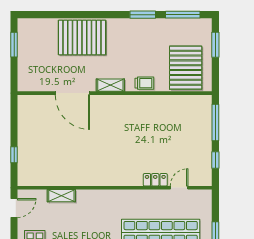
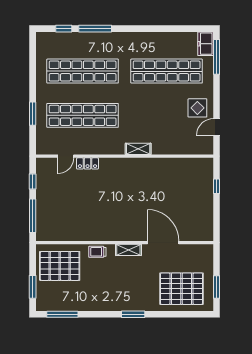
window: (143, 15) -> (133, 314), moved
pallet: (82, 37) -> (181, 289), moved
pallet: (186, 68) -> (60, 266), turned 90
shelving: (61, 196) -> (138, 149), moved
door: (14, 208) -> (217, 127), moved

